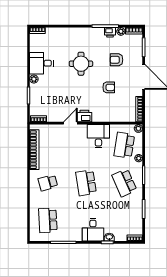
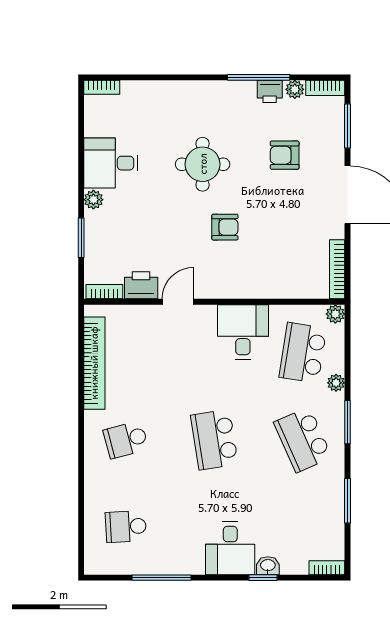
armchair: (109, 87) -> (225, 227), moved
printer: (84, 116) -> (141, 285), moved
school desk: (48, 220) -> (126, 527), width x0.54

